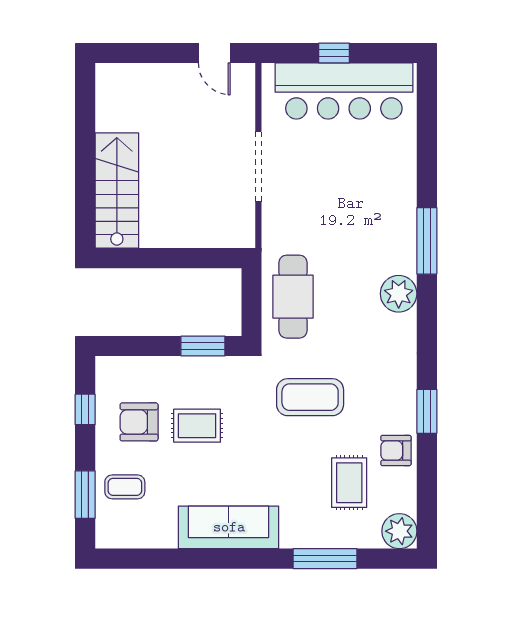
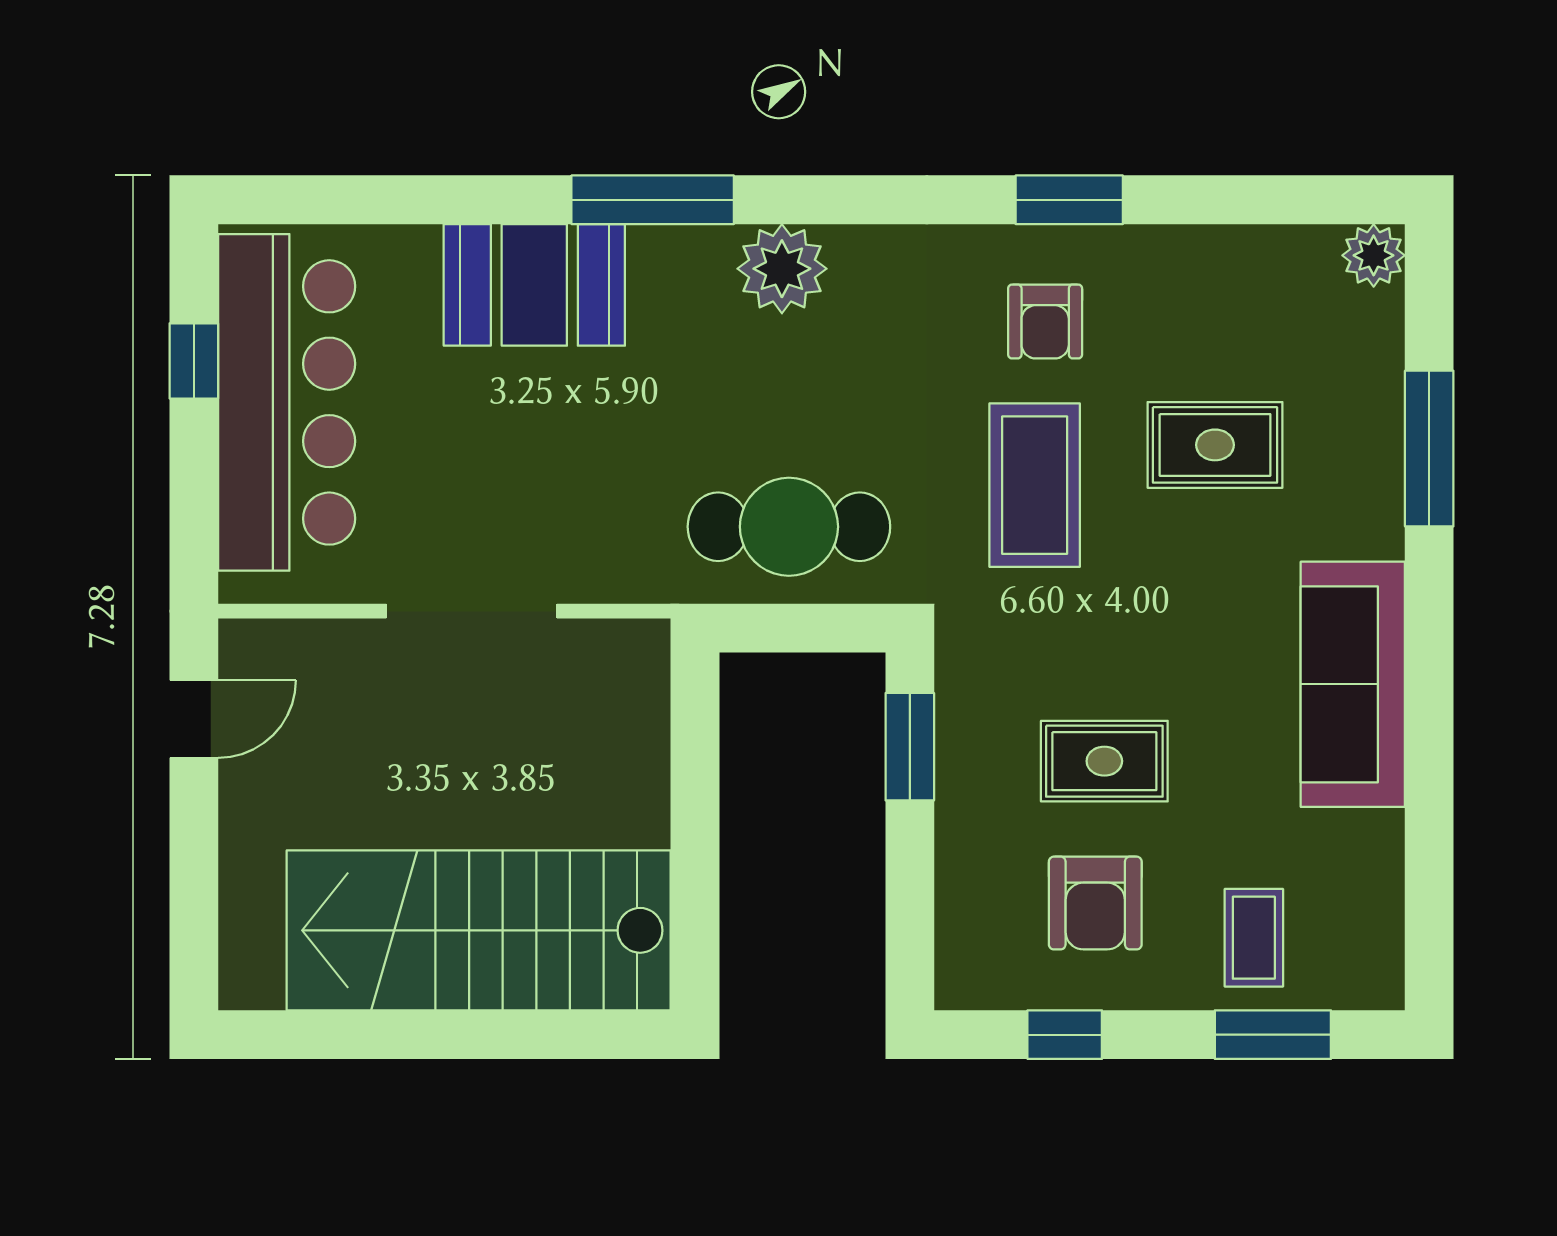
window: (334, 53) -> (194, 361), moved
stairs: (117, 191) -> (479, 930), width x1.36, depth x1.51
booth: (392, 192) -> (534, 285), added
rug: (197, 426) -> (1104, 761), turned 90
armchair: (396, 451) -> (1045, 321), moved
rug: (349, 483) -> (1215, 445), moved
plant: (399, 531) -> (1374, 255), width x0.73, depth x0.73

